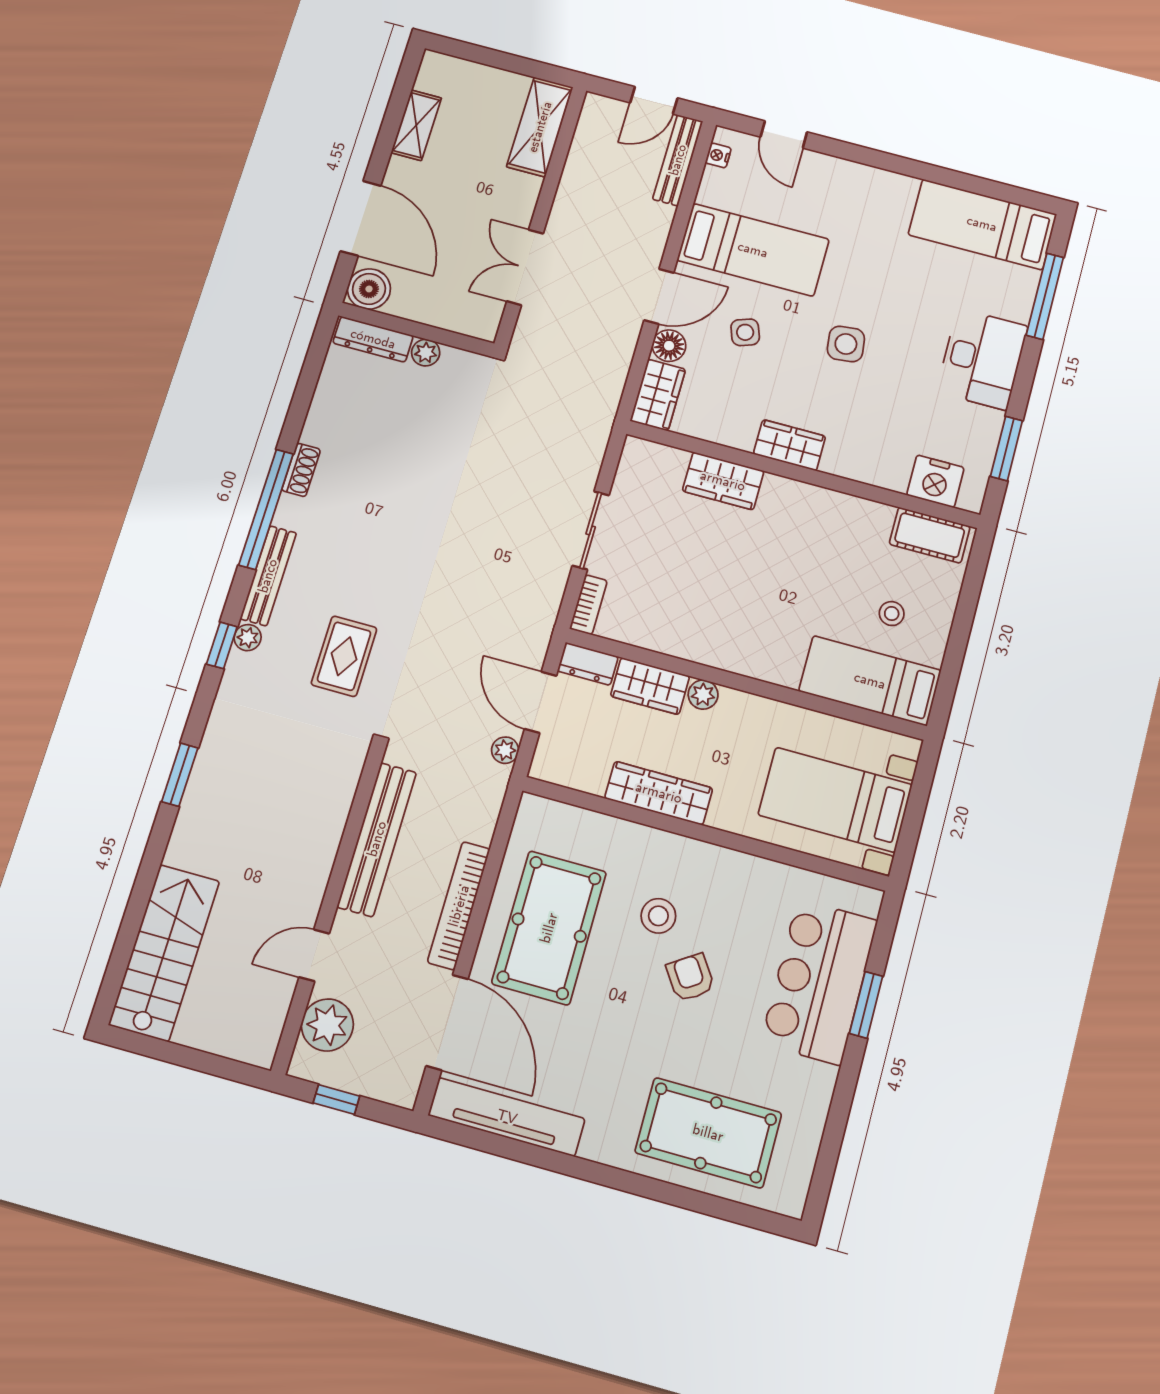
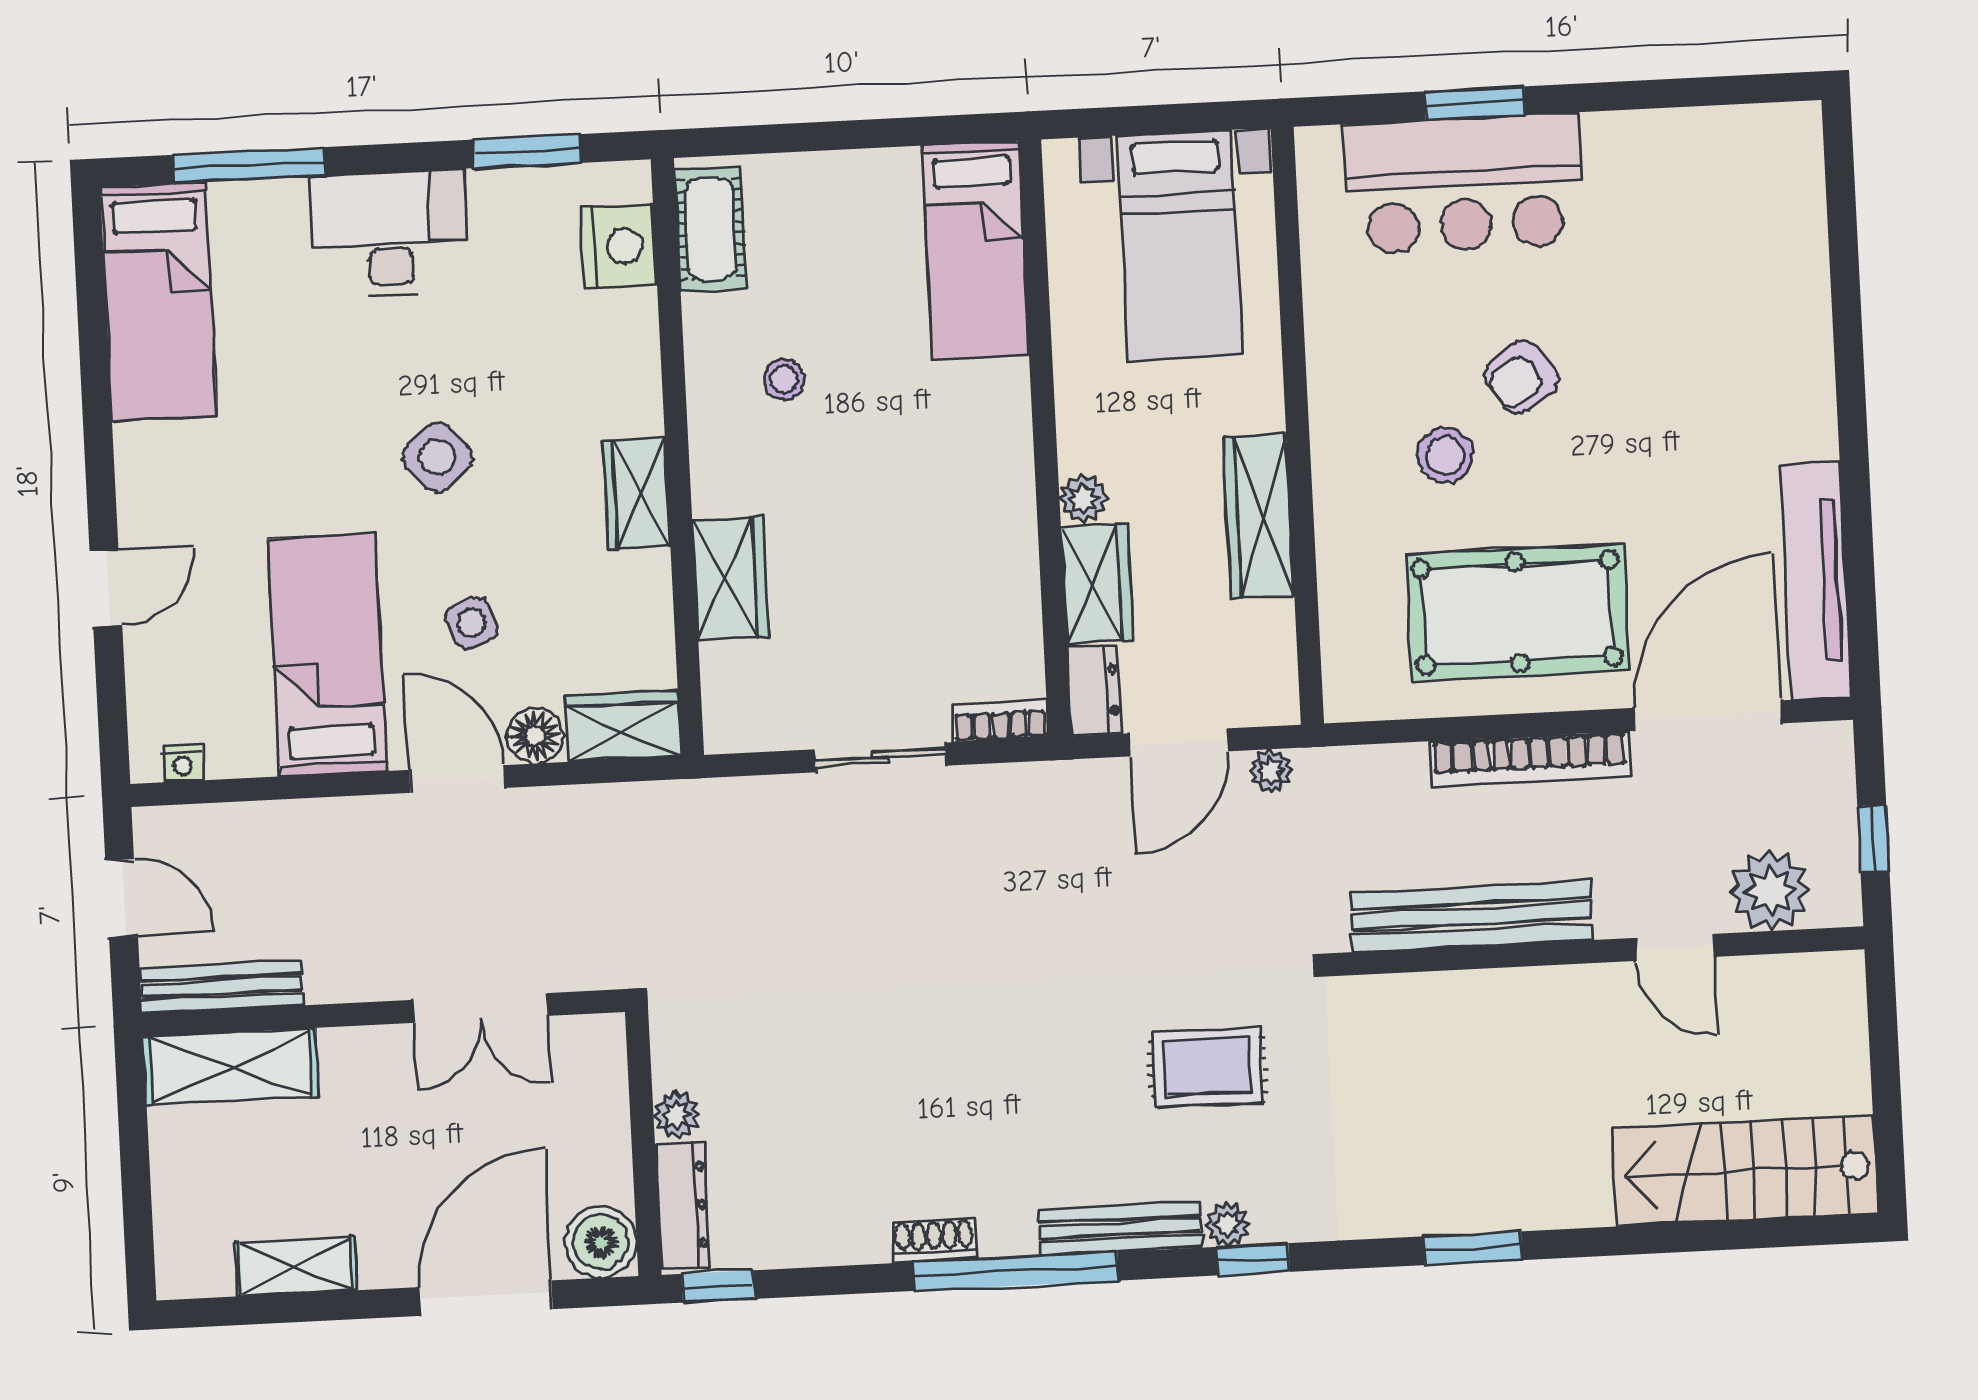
door: (784, 134) -> (106, 588), moved
bench: (678, 160) -> (221, 987), moved
window: (320, 344) -> (718, 1286), added
side table: (846, 344) -> (437, 457), turned -35
stool: (892, 614) -> (784, 380), moved
pool table: (708, 1133) -> (1740, 277), removed

